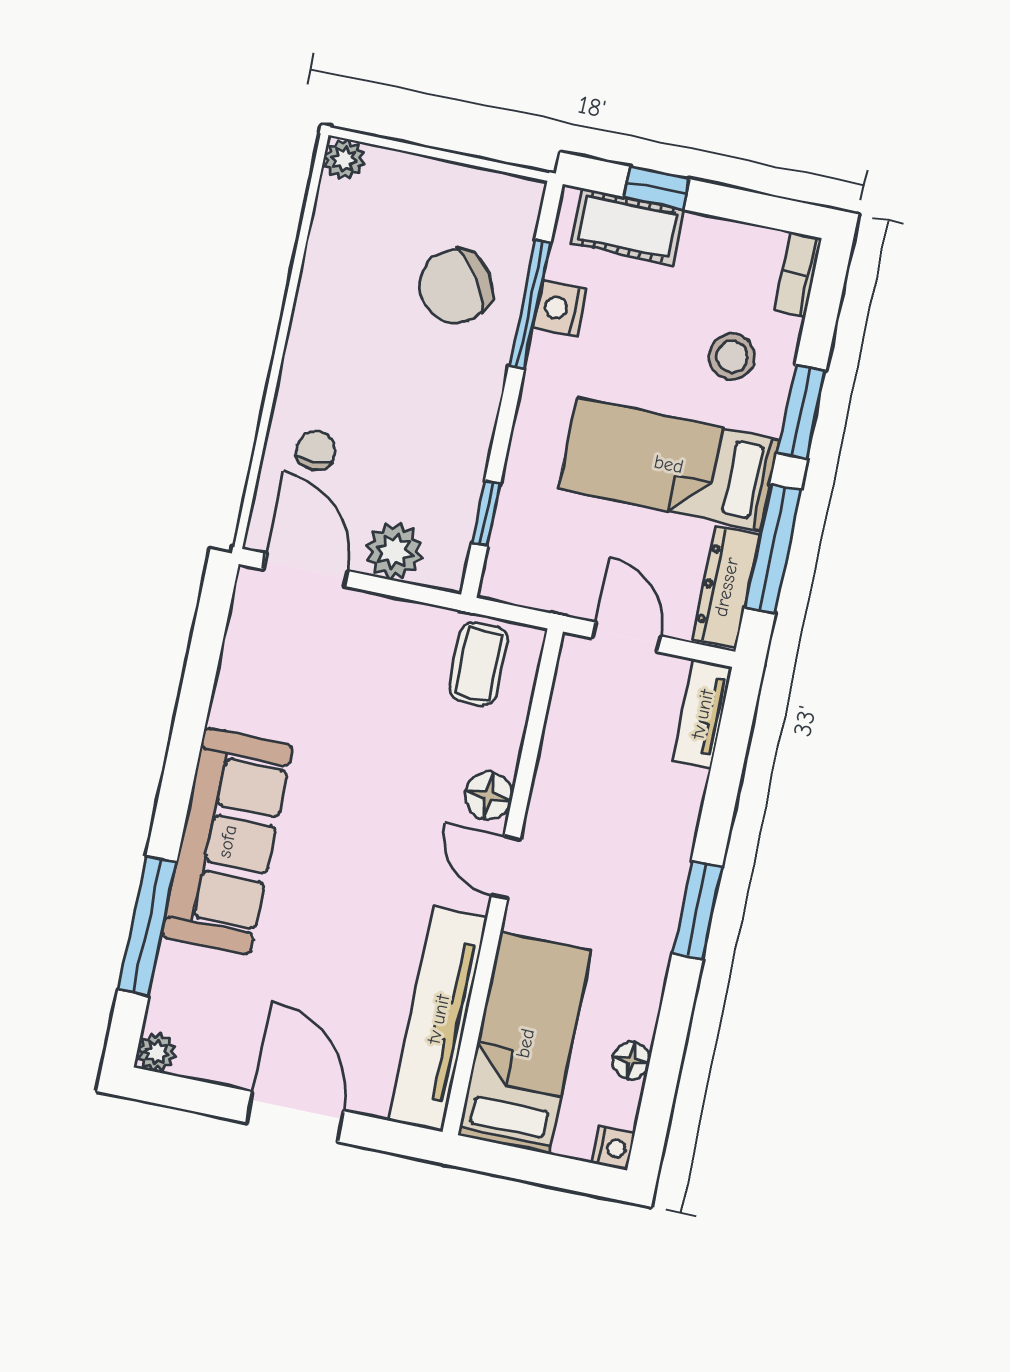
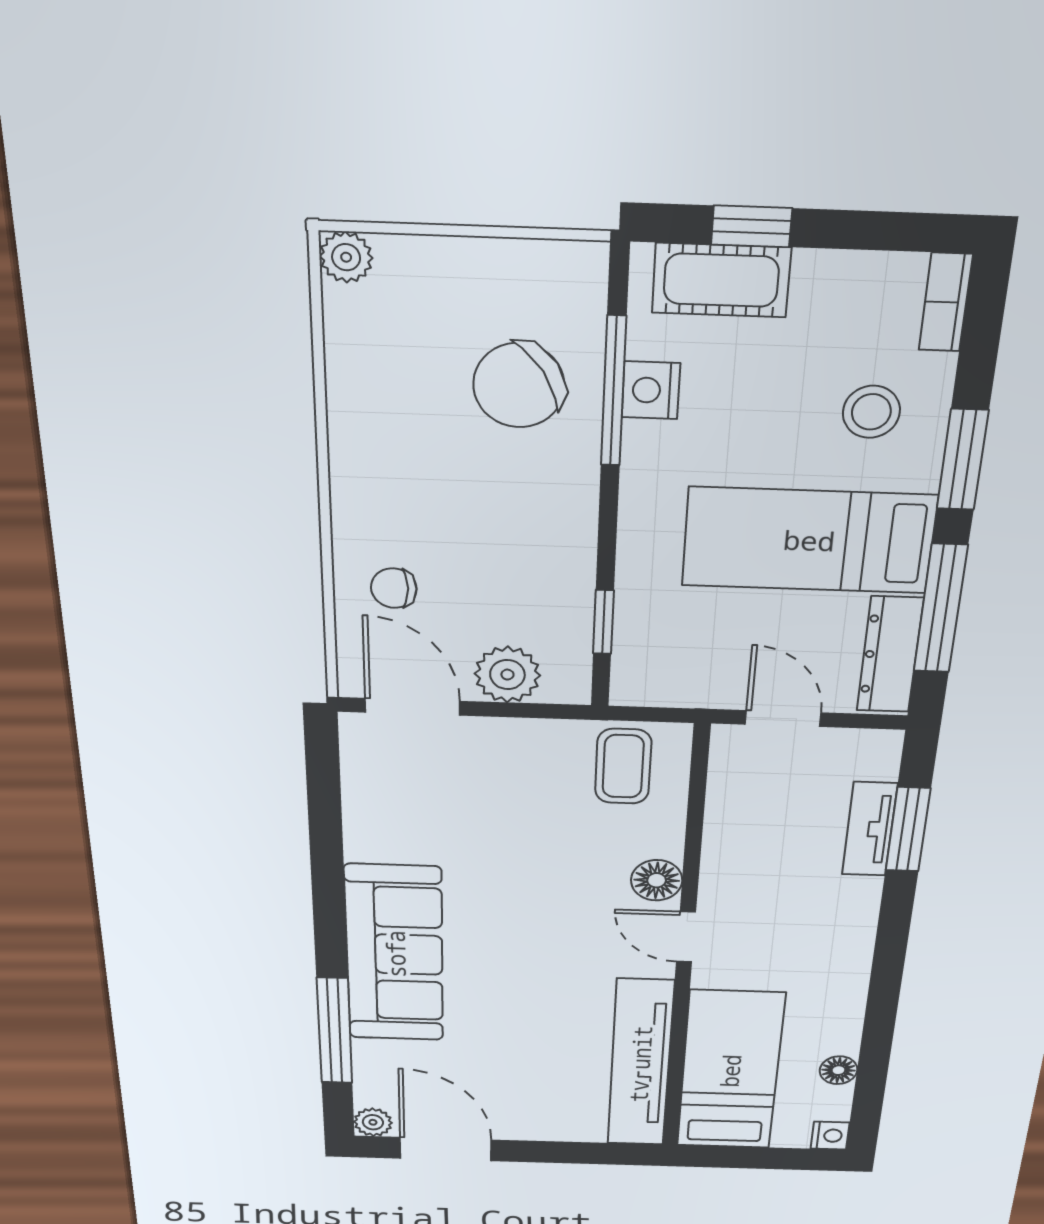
chair: (316, 450) -> (394, 588), turned -90
tv unit: (702, 714) -> (870, 829), moved
window: (697, 910) -> (908, 829), moved
door: (295, 1117) -> (446, 1149), moved

